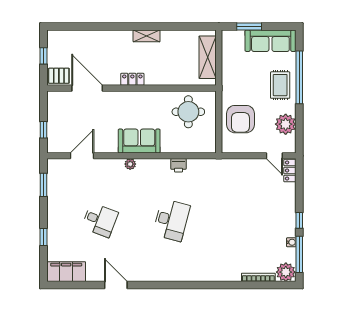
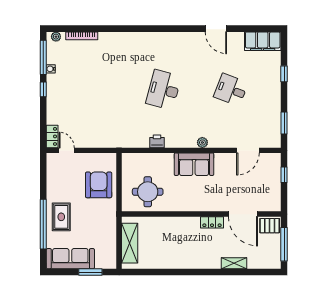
shelving: (147, 36) -> (234, 263), moved
window: (44, 56) -> (284, 244), width x2.17
locker: (132, 79) -> (212, 222), moved
plant: (286, 124) -> (56, 180), removed
plant: (286, 272) -> (56, 37), width x0.53, depth x0.53

